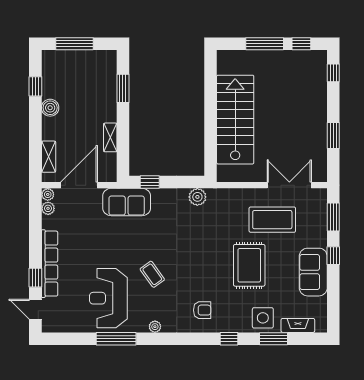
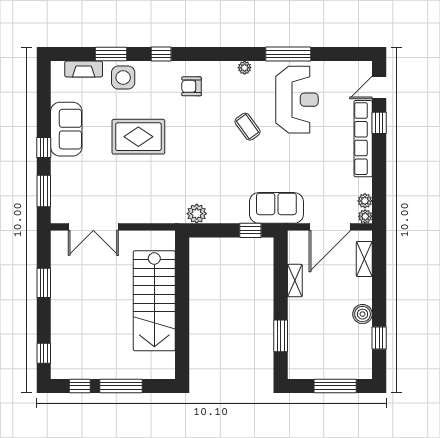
coffee table: (272, 220) -> (112, 188), removed
rug: (249, 265) -> (138, 137), turned 90
door: (35, 309) -> (379, 87), swing flipped

